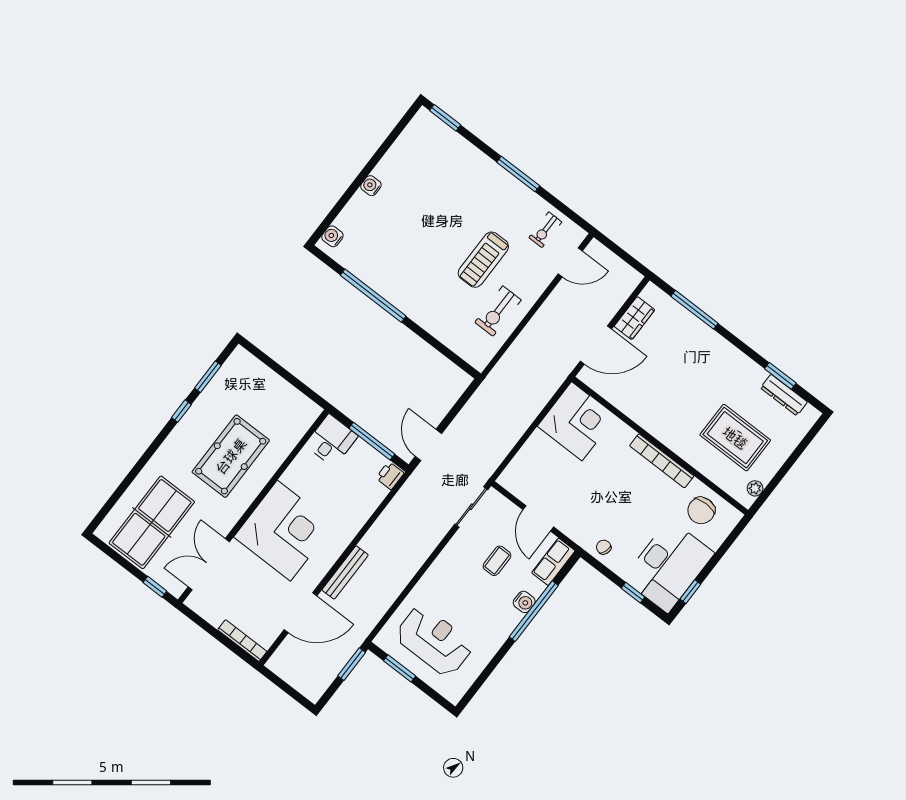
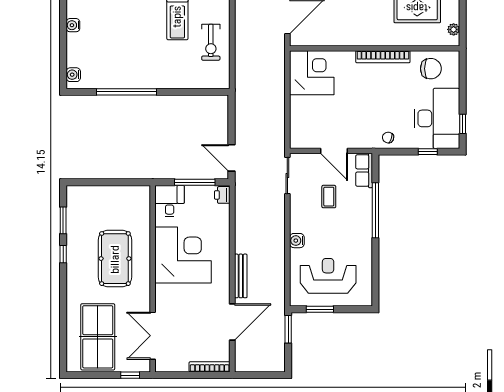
chair: (701, 511) -> (431, 69), turned -90
corner desk: (284, 531) -> (183, 255), moved
water cooler: (524, 602) -> (297, 241), moved, turned 180

